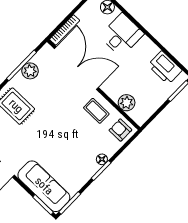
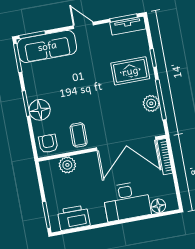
desk: (122, 35) -> (127, 201), width x1.37
coffee table: (96, 111) -> (79, 135), turned 90
armchair: (120, 130) -> (48, 144), turned -90
floor lamp: (102, 159) -> (40, 110), width x1.89, depth x1.89

